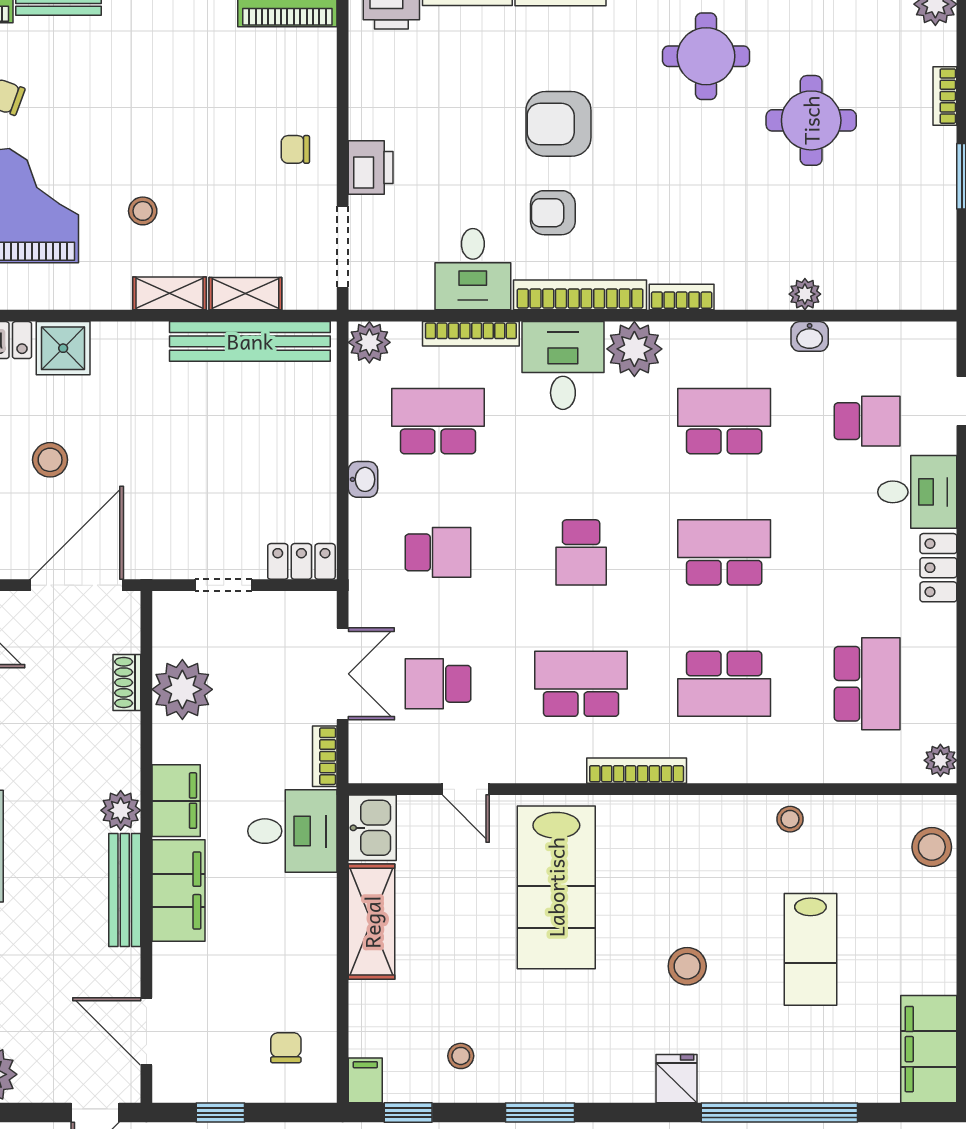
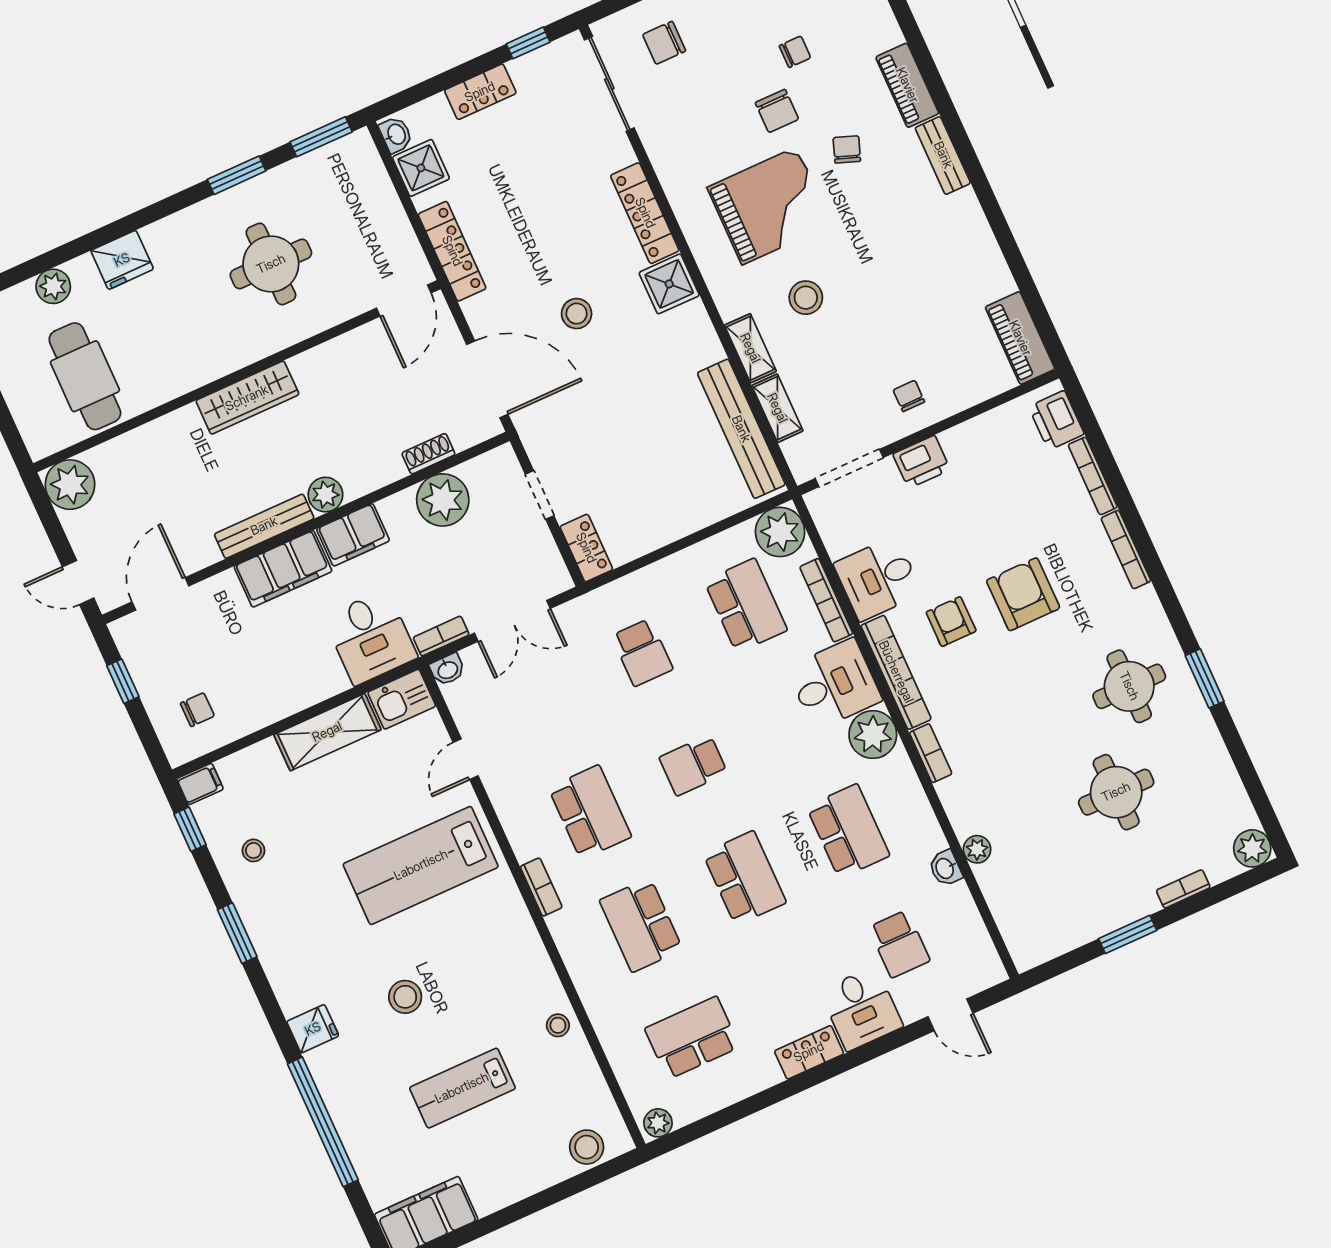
stool: (143, 211) -> (806, 298), width x1.37, depth x1.37
plant: (369, 342) -> (780, 532), width x1.36, depth x1.36
washbasin: (363, 479) -> (447, 670), moved
school desk: (438, 684) -> (539, 699), removed
school desk: (867, 684) -> (692, 1038), turned 180
bookcase: (637, 771) -> (541, 887), width x0.64

